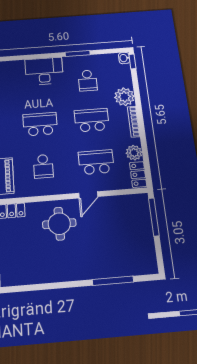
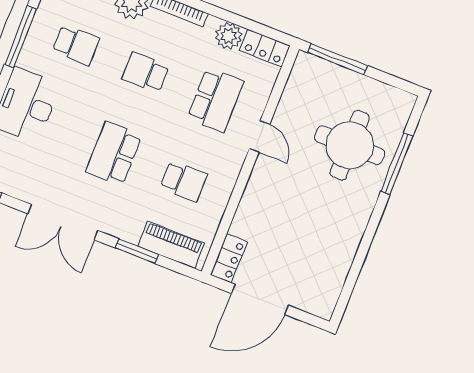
window: (78, 53) -> (21, 37), width x1.44
school desk: (92, 120) -> (146, 72), width x0.54
school desk: (96, 162) -> (215, 100), turned 180
round table: (59, 224) -> (350, 145), moved, width x1.36, depth x1.36

